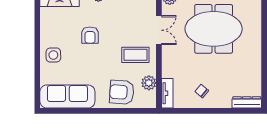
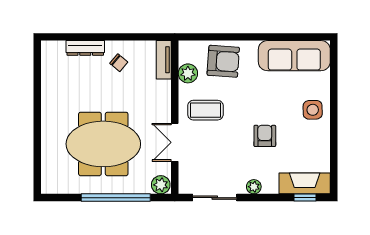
dresser: (247, 102) -> (85, 48), moved

